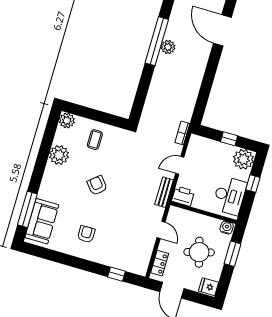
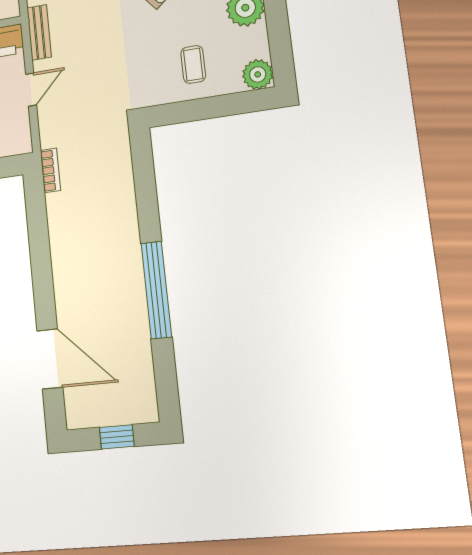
plant: (168, 47) -> (132, 288), removed
bookcase: (182, 133) -> (50, 170), moved

